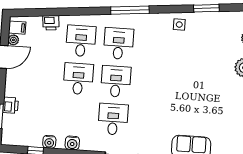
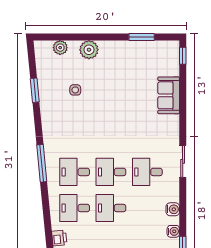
side table: (179, 25) -> (75, 90), moved

